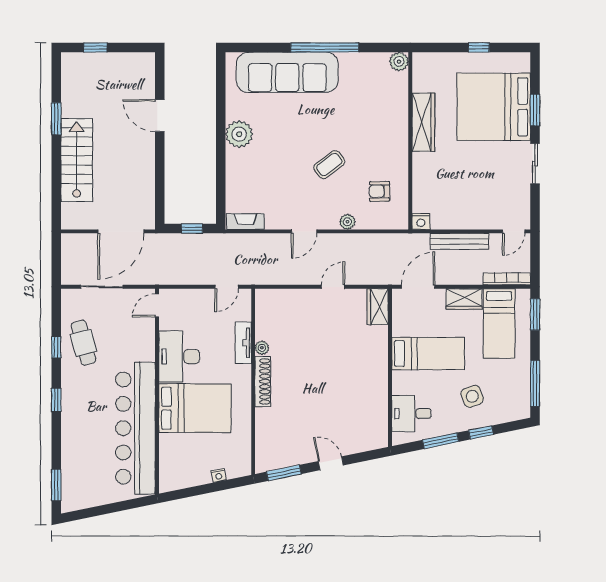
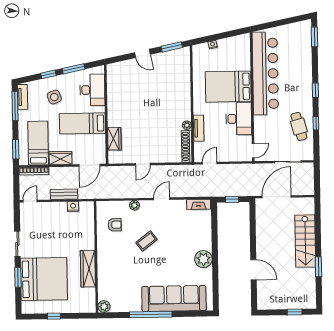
nightstand: (421, 221) -> (73, 207), moved
bench: (459, 241) -> (64, 194), width x0.73
wardrobe: (378, 307) -> (114, 139), moved
shoe rack: (263, 381) -> (187, 146), moved
tv unit: (523, 397) -> (22, 97), added
desk: (411, 414) -> (92, 90), width x1.37

